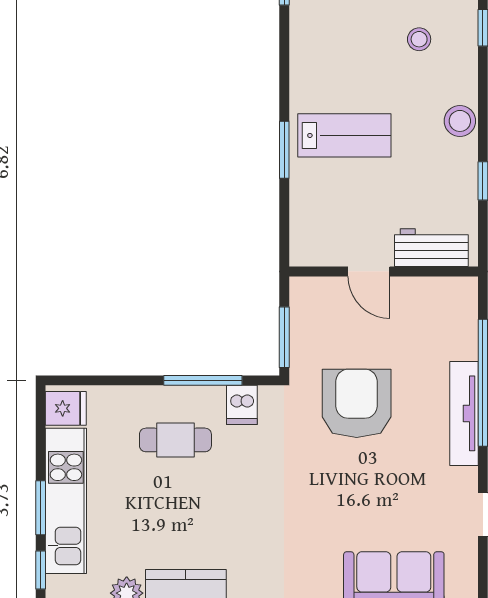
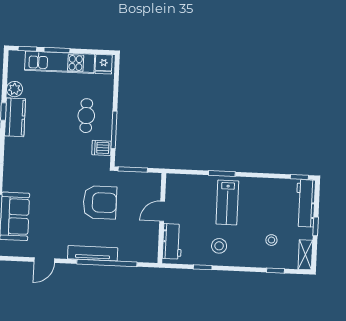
stool: (460, 121) -> (219, 246), moved

